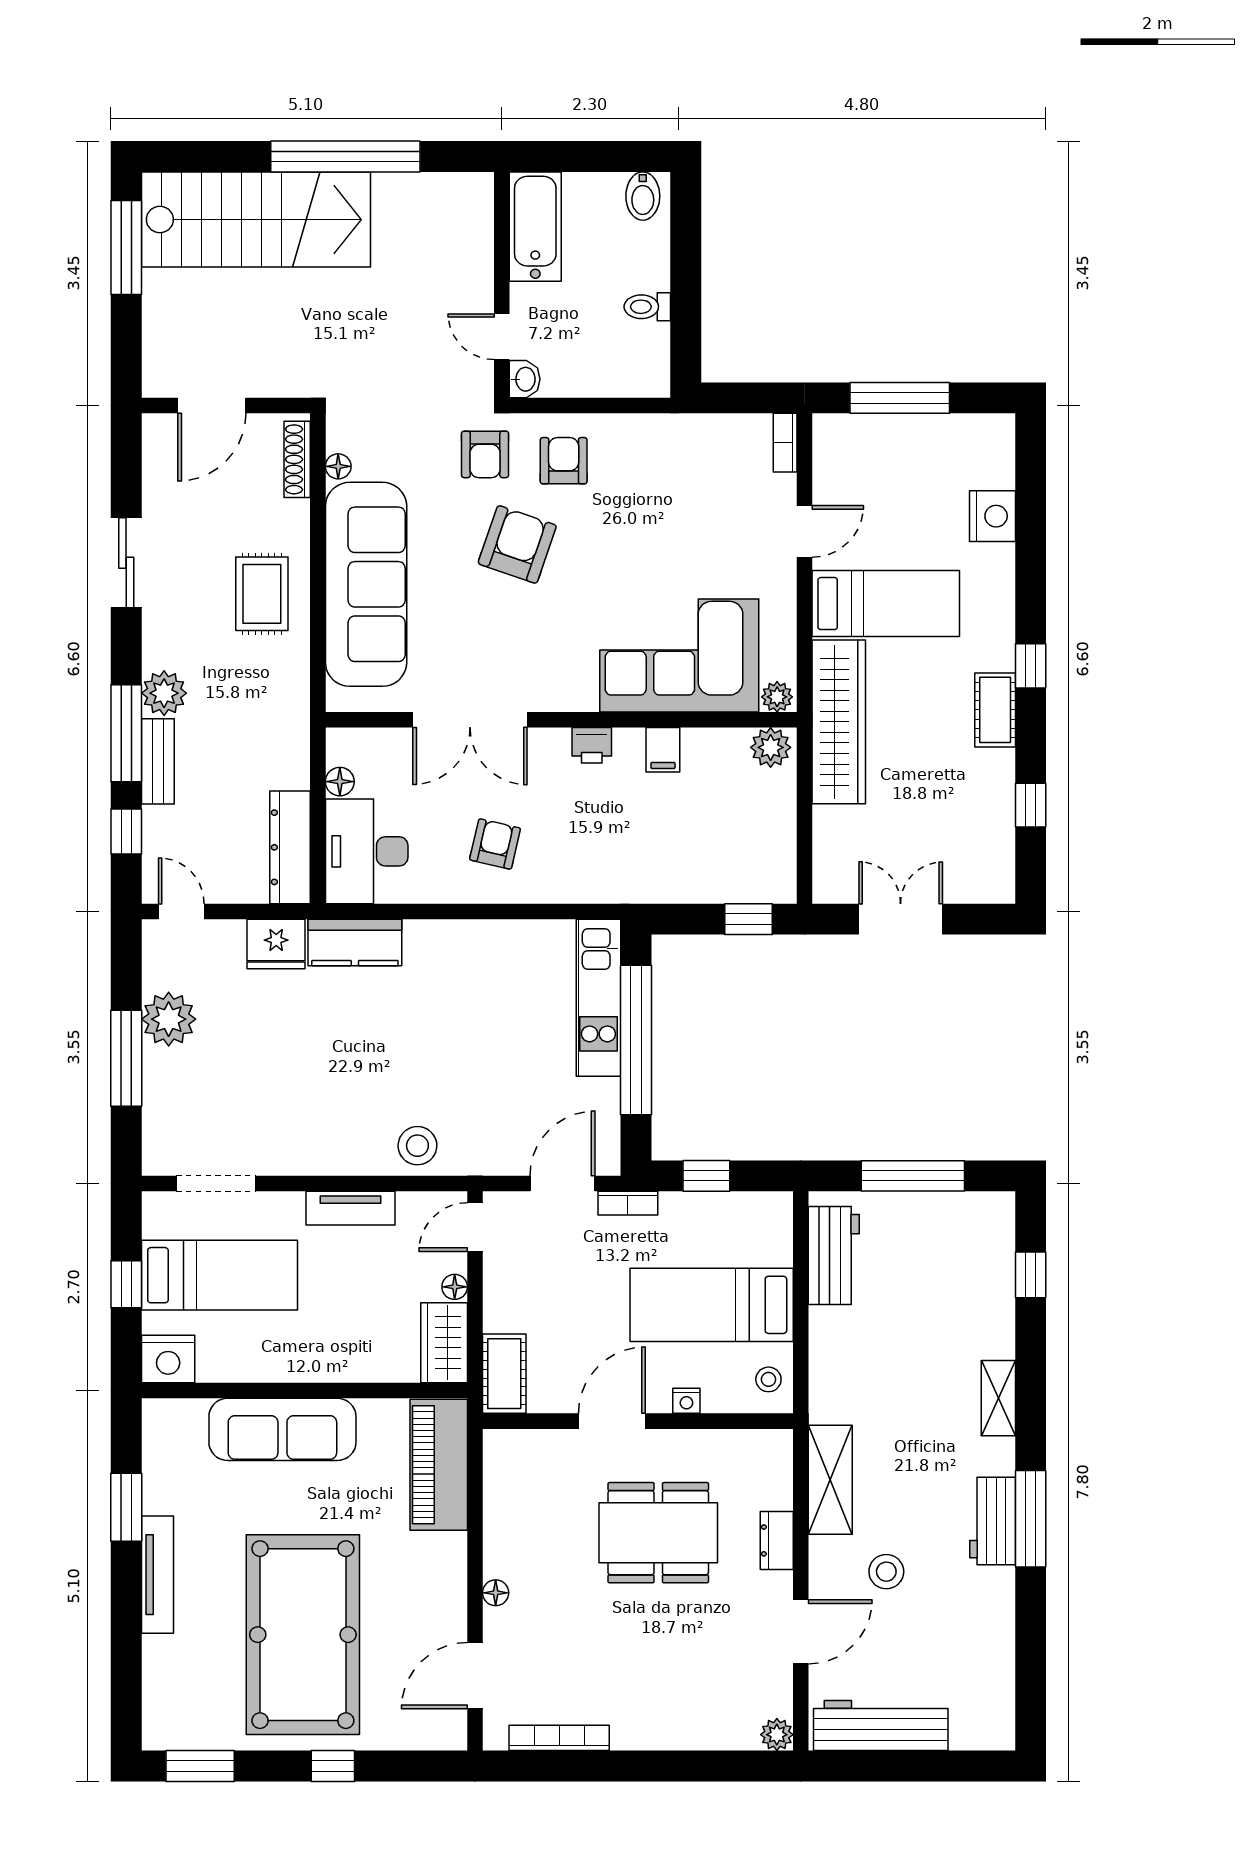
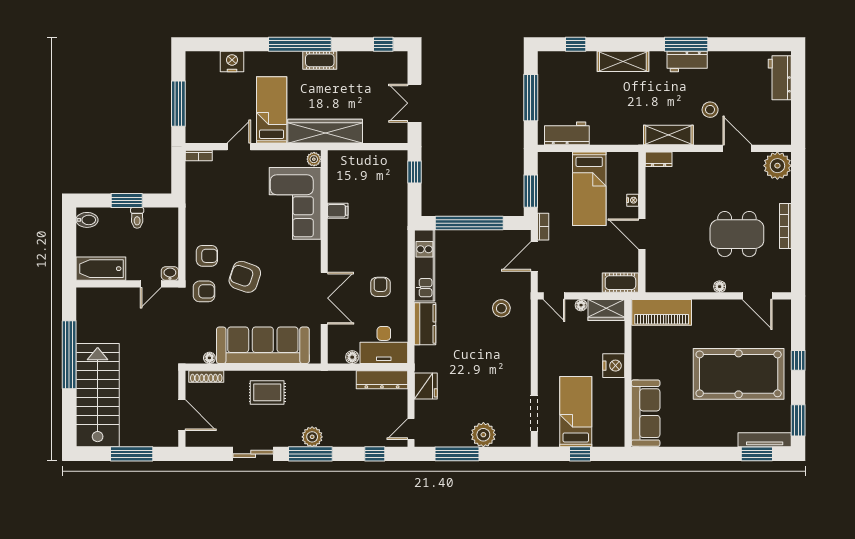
window: (126, 248) -> (132, 454), moved
window: (686, 284) -> (127, 200), added
armchair: (564, 461) -> (207, 256), turned 180
door: (805, 531) -> (239, 147), hinge flipped
window: (1031, 666) -> (300, 44), width x3.17
window: (126, 733) -> (310, 454), moved
printer: (592, 745) -> (336, 243), removed
plant: (771, 747) -> (337, 162), removed
bench: (158, 761) -> (343, 440), removed
window: (1031, 805) -> (383, 44), moved
armchair: (495, 844) -> (380, 287), turned 77
kitchen counter: (355, 943) -> (425, 324), moved
kitchen unit: (598, 998) -> (425, 266), moved, turned -90
plant: (169, 1019) -> (483, 435), moved
window: (126, 1058) -> (457, 454), moved
stool: (417, 1146) -> (501, 308), moved
window: (706, 1176) -> (531, 191), width x1.50
door: (562, 1184) -> (534, 256), hinge flipped
tv unit: (350, 1208) -> (545, 352), removed
nightstand: (168, 1359) -> (614, 366), moved
stool: (768, 1379) -> (623, 163), removed
shelving: (998, 1398) -> (623, 61), width x1.50, depth x1.33
sofa: (282, 1429) -> (646, 413), moved
window: (126, 1507) -> (757, 454), moved
dining table: (658, 1533) -> (737, 234), moved, turned 90
dresser: (777, 1540) -> (659, 159), moved
tv unit: (157, 1575) -> (765, 440), moved
workbench: (881, 1726) -> (780, 78), moved, width x0.73
plant: (777, 1735) -> (777, 166), width x1.88, depth x1.88
bookcase: (559, 1738) -> (785, 226), moved

